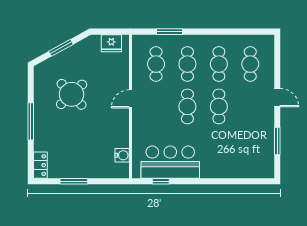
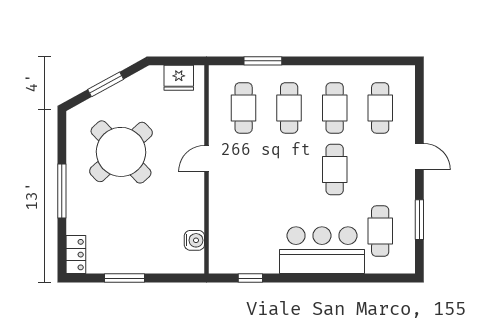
round table: (72, 94) -> (121, 152), width x1.36, depth x1.36
cafe table: (187, 106) -> (380, 231), moved
bar counter: (170, 162) -> (322, 250), moved

